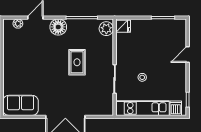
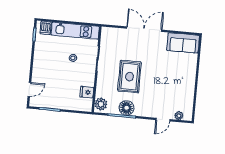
fridge: (123, 26) -> (87, 92), moved
floor lamp: (58, 27) -> (127, 108), moved
door: (188, 55) -> (29, 89), moved
rug: (77, 62) -> (129, 77), width x1.36, depth x1.43

